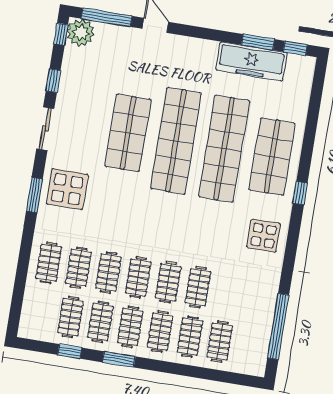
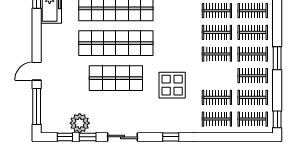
plant: (81, 33) -> (80, 123), moved
window: (61, 34) -> (65, 137), moved
display table: (67, 189) -> (172, 85), moved
window: (34, 195) -> (171, 137), width x0.67
clothes rail: (108, 273) -> (253, 119), moved
window: (70, 351) -> (277, 119), moved

